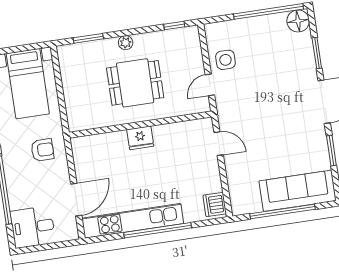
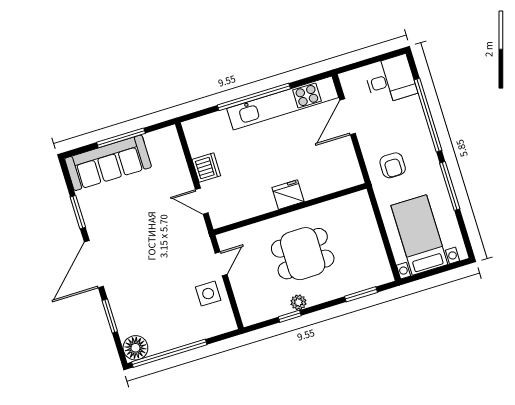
window: (174, 26) -> (290, 316), moved
plant: (126, 43) -> (298, 302), moved
armchair: (42, 150) -> (393, 165), turned -90
dishwasher: (215, 205) -> (206, 168), moved
window: (283, 212) -> (121, 138), width x0.68

